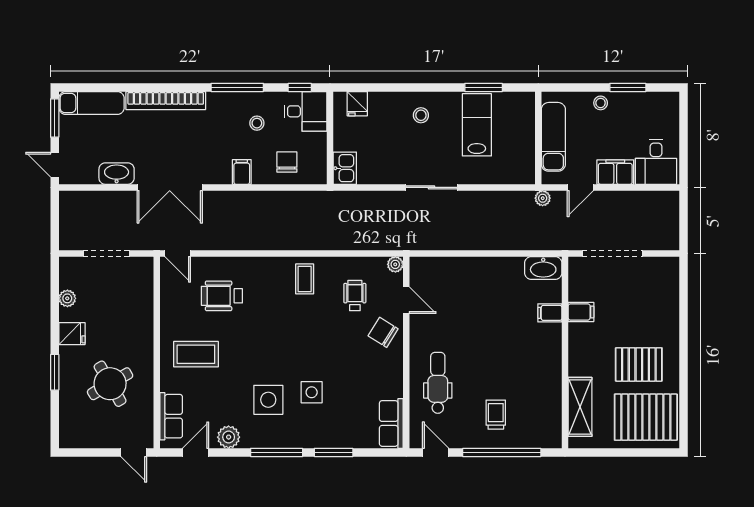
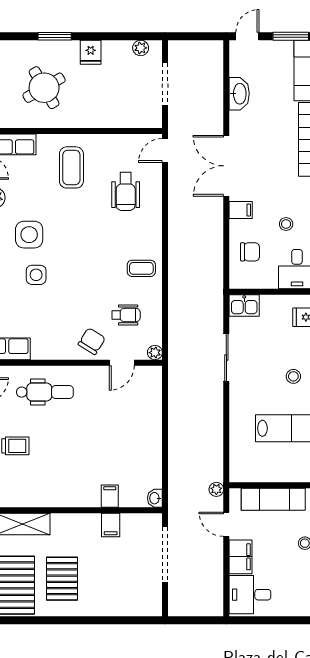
double door: (170, 187) -> (226, 166), moved
sliding door: (432, 187) -> (226, 357), moved
washbasin: (543, 268) -> (155, 498), width x0.52, depth x0.69
wheelchair: (222, 296) -> (126, 191), turned 180
plant: (67, 298) -> (141, 48), moved

